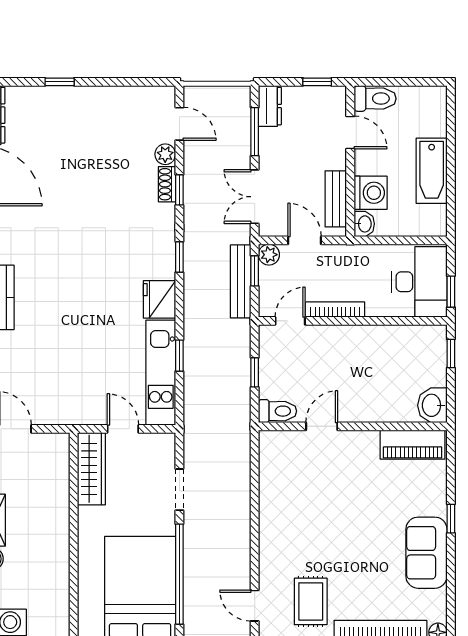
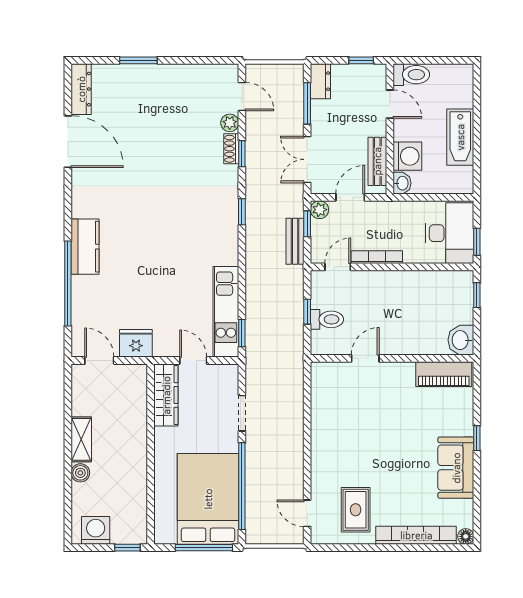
window: (60, 82) -> (138, 60), width x1.50
door: (304, 240) -> (350, 197), hinge flipped
bench: (241, 281) -> (295, 241), width x0.73
fridge: (159, 299) -> (136, 343), moved, turned 90
window: (179, 356) -> (242, 333), moved
toilet: (278, 411) -> (327, 319), moved

